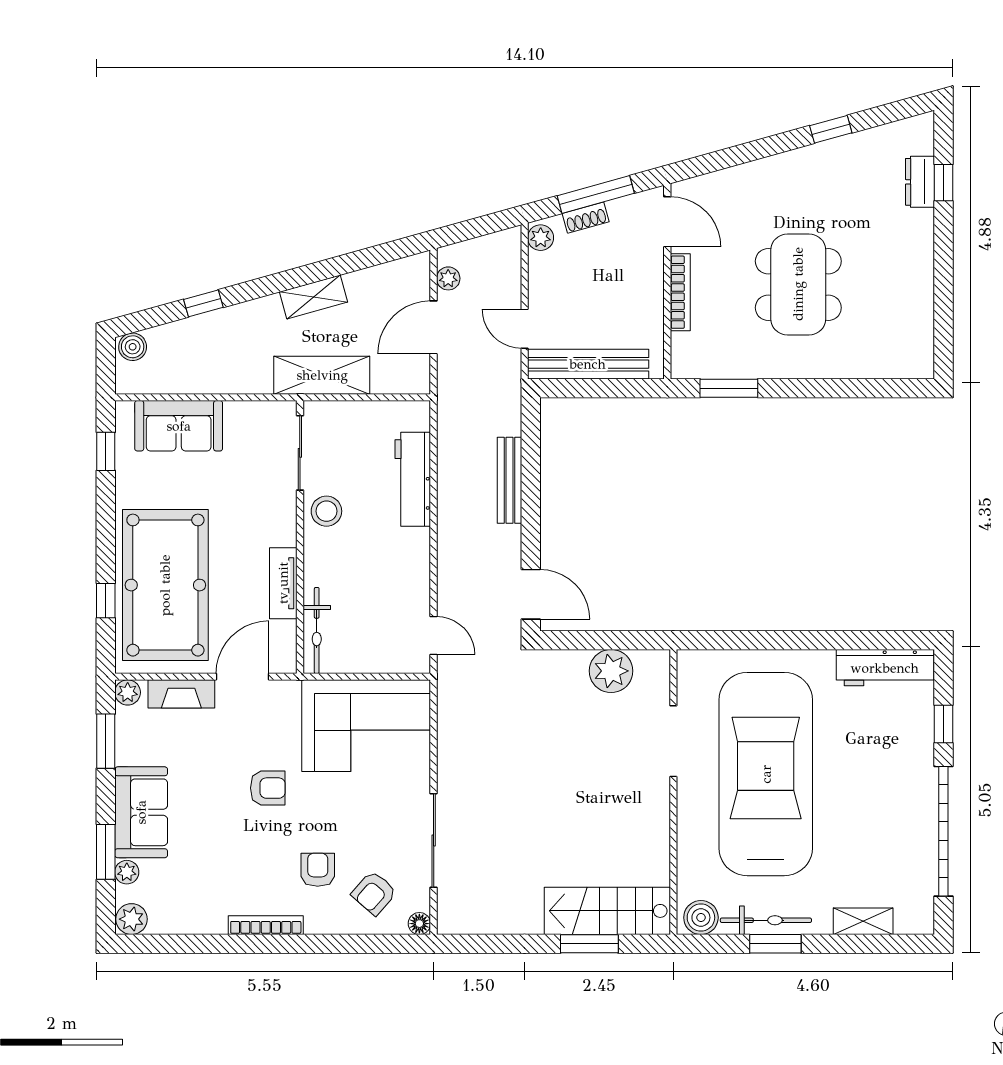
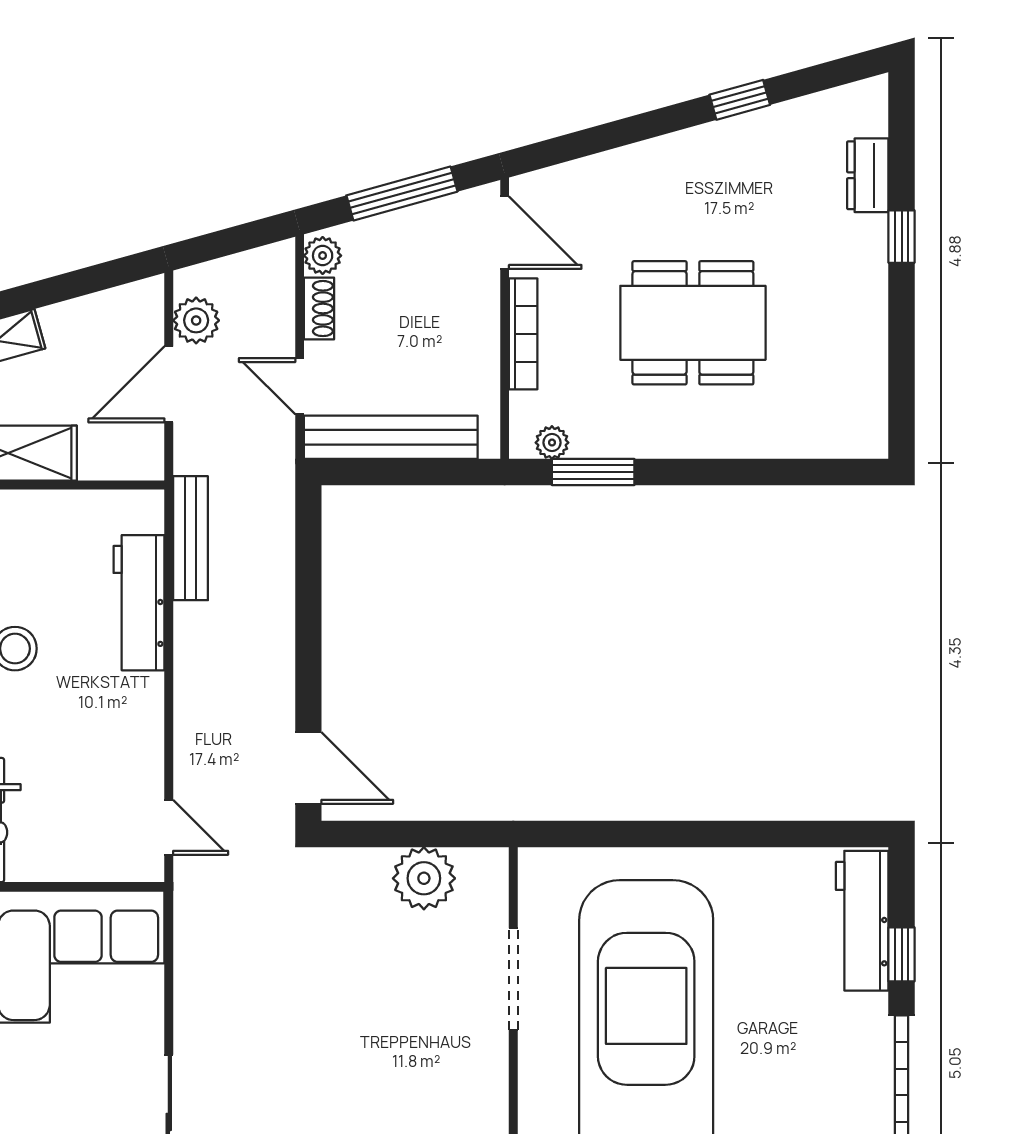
window: (943, 183) -> (902, 237), moved
shoe rack: (586, 218) -> (319, 309), moved, turned -74
plant: (448, 278) -> (196, 320), width x1.38, depth x1.38
dining table: (798, 284) -> (693, 323), turned 90
plant: (700, 368) -> (552, 443), added
bench: (509, 480) -> (191, 538), moved
workbench: (885, 668) -> (862, 921), moved, turned 90

